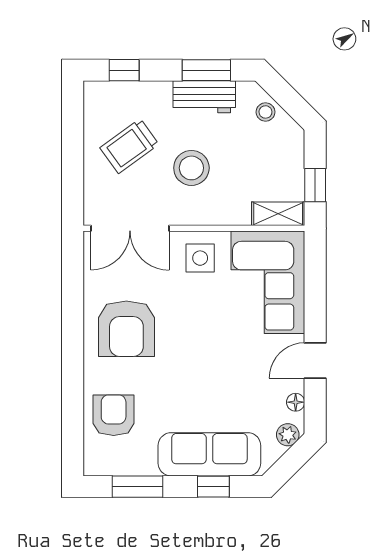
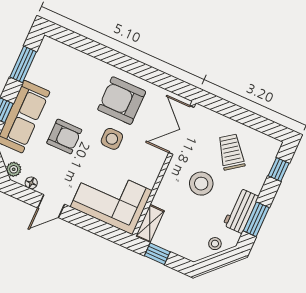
side table: (200, 258) -> (112, 139), moved
door: (315, 361) -> (51, 206), swing flipped
armchair: (114, 415) -> (64, 136), moved

